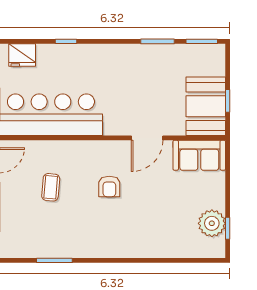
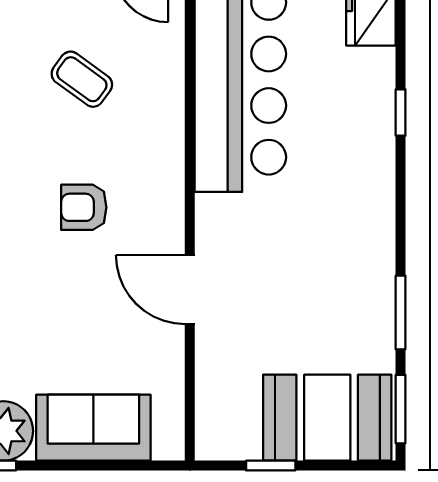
booth: (206, 106) -> (327, 418), moved
sofa: (199, 155) -> (93, 428), moved, turned 90
coffee table: (51, 187) -> (82, 79), turned 31

